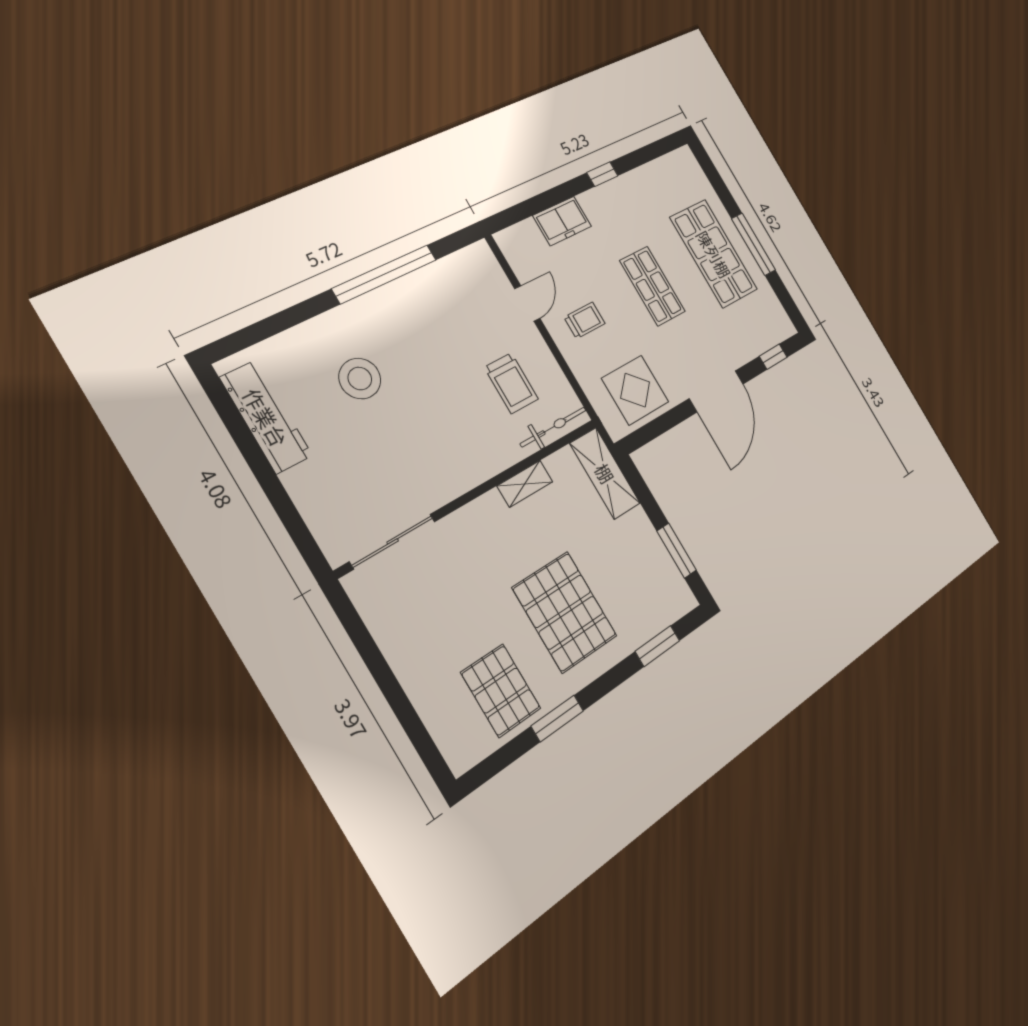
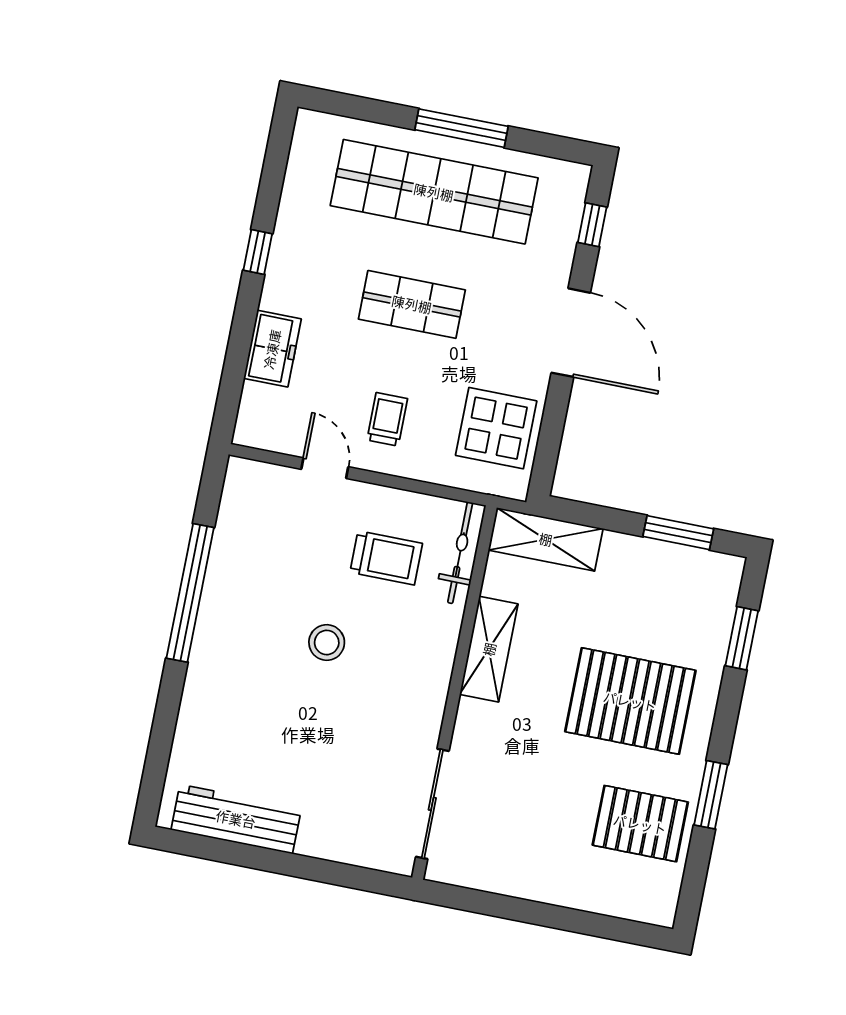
shop shelf: (714, 254) -> (434, 192), width x1.40
stool: (360, 379) -> (327, 642), moved, width x0.73, depth x0.73
shelving: (525, 484) -> (489, 649), width x1.50, depth x1.33

